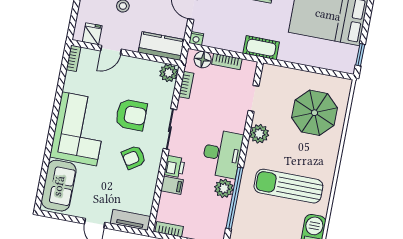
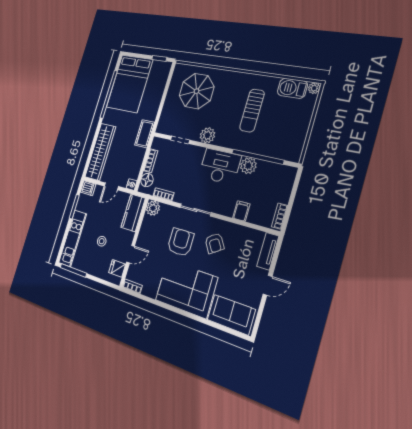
door: (111, 50) -> (131, 254), hinge flipped
printer: (174, 167) -> (226, 208), removed
sun lounger: (288, 186) -> (252, 111), width x0.73, depth x0.75

